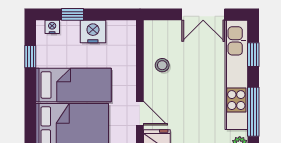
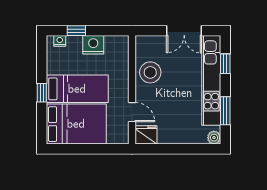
window: (30, 57) -> (42, 93), moved
stool: (162, 65) -> (150, 72), width x1.89, depth x1.89
window: (253, 112) -> (225, 111), width x0.69

